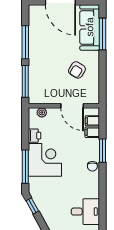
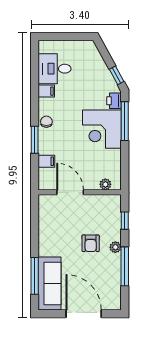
plant: (33, 59) -> (115, 247), added
armchair: (77, 70) -> (91, 243), moved, turned 148
window: (25, 81) -> (125, 221), width x0.46
filing cabinet: (92, 121) -> (46, 91), moved
printer: (34, 136) -> (114, 101), moved

